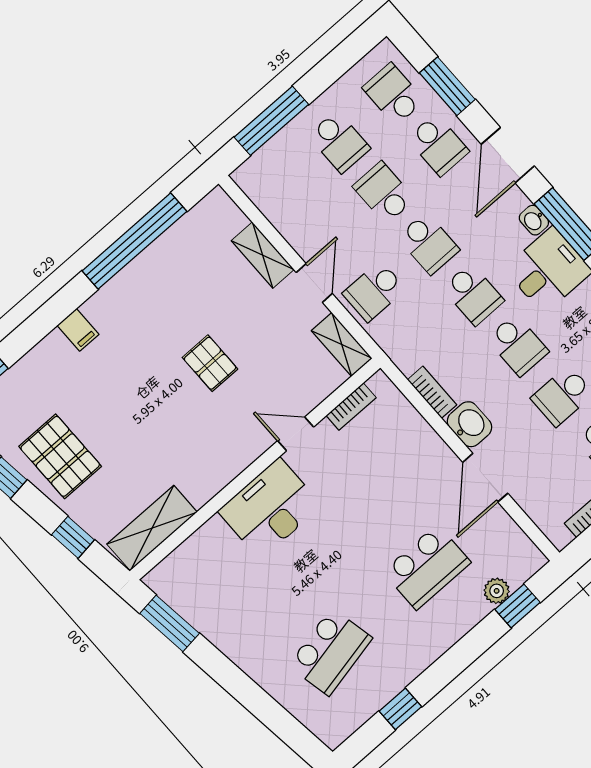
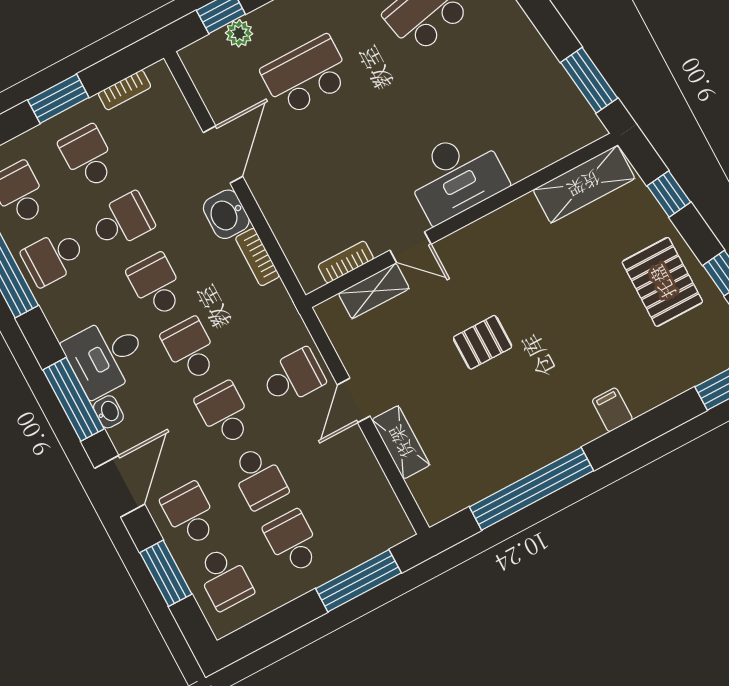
shelving: (342, 344) -> (374, 291), moved, turned 90
pallet: (210, 363) -> (483, 342), turned 90

